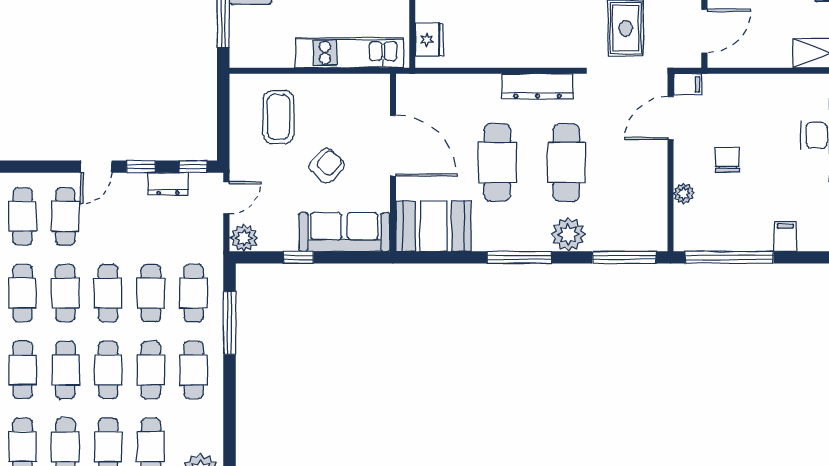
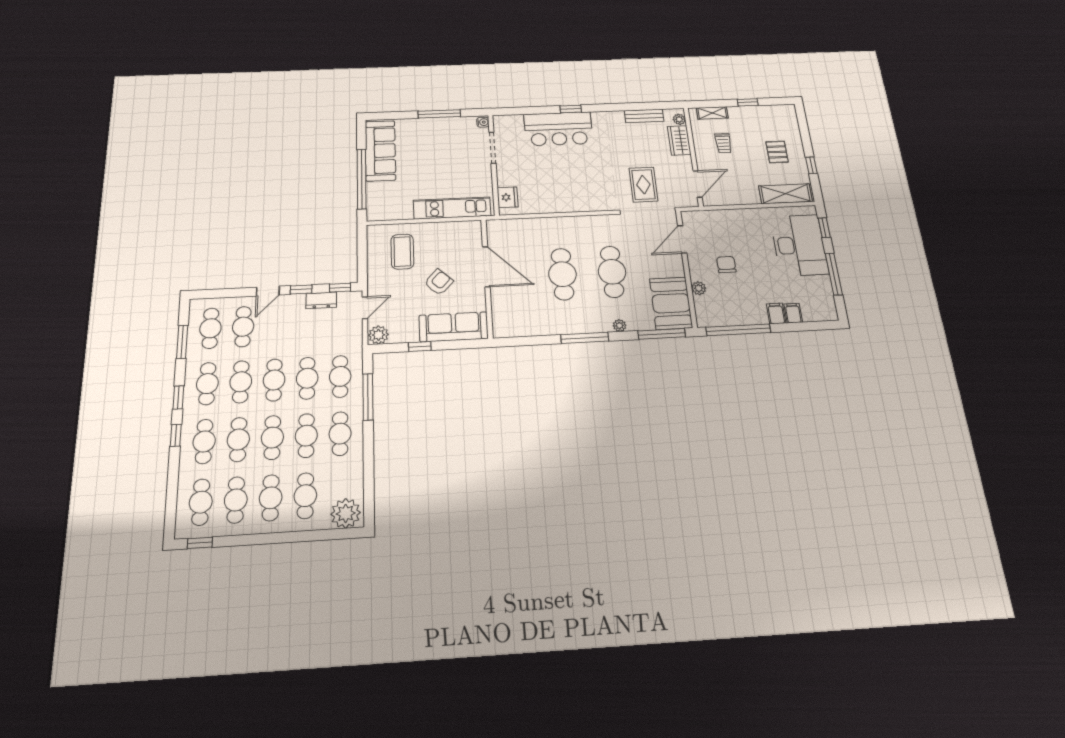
filing cabinet: (688, 84) -> (793, 313), moved, turned -90
dresser: (538, 86) -> (586, 223), removed
booth: (433, 226) -> (671, 303), moved, turned 90
plant: (568, 234) -> (620, 326), width x0.53, depth x0.53

